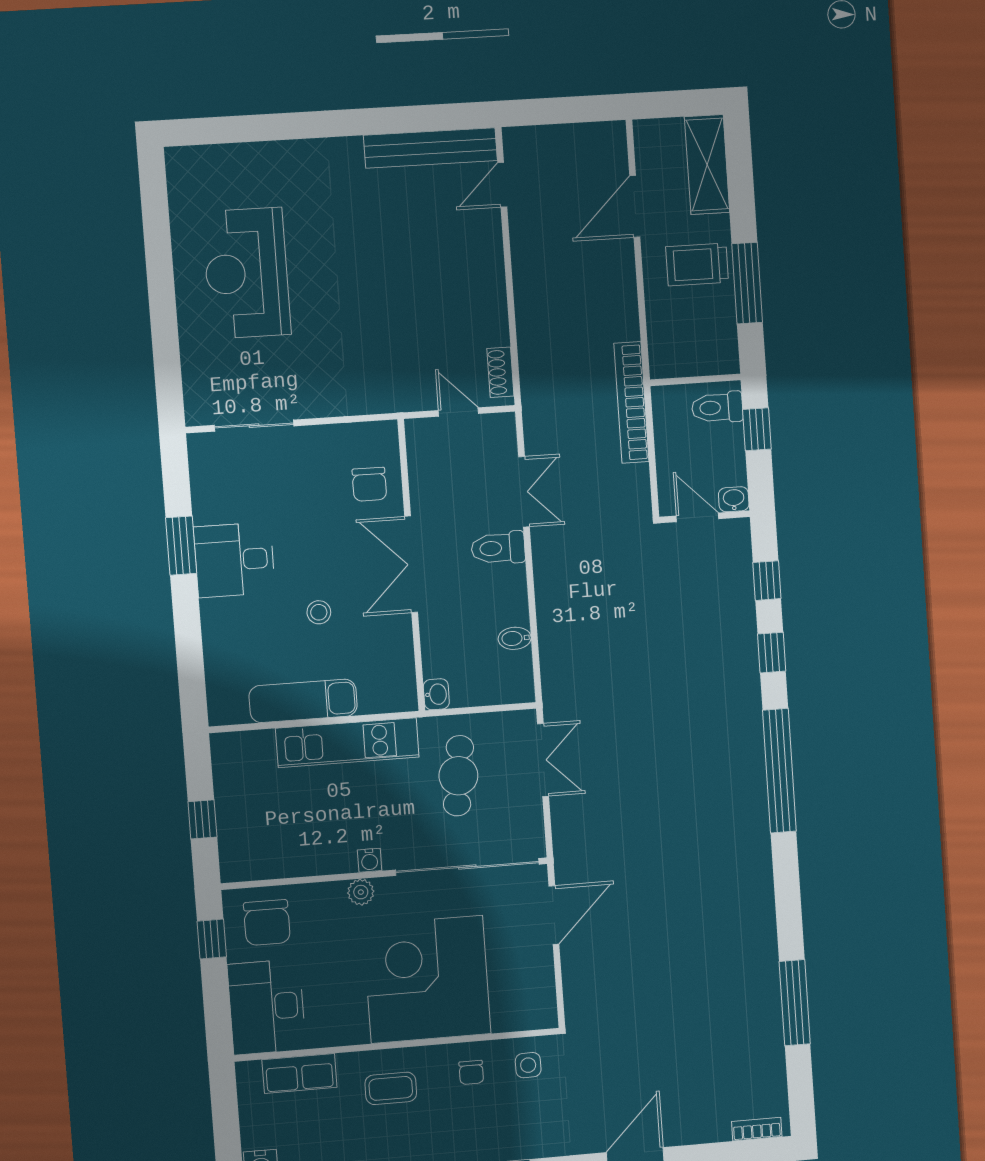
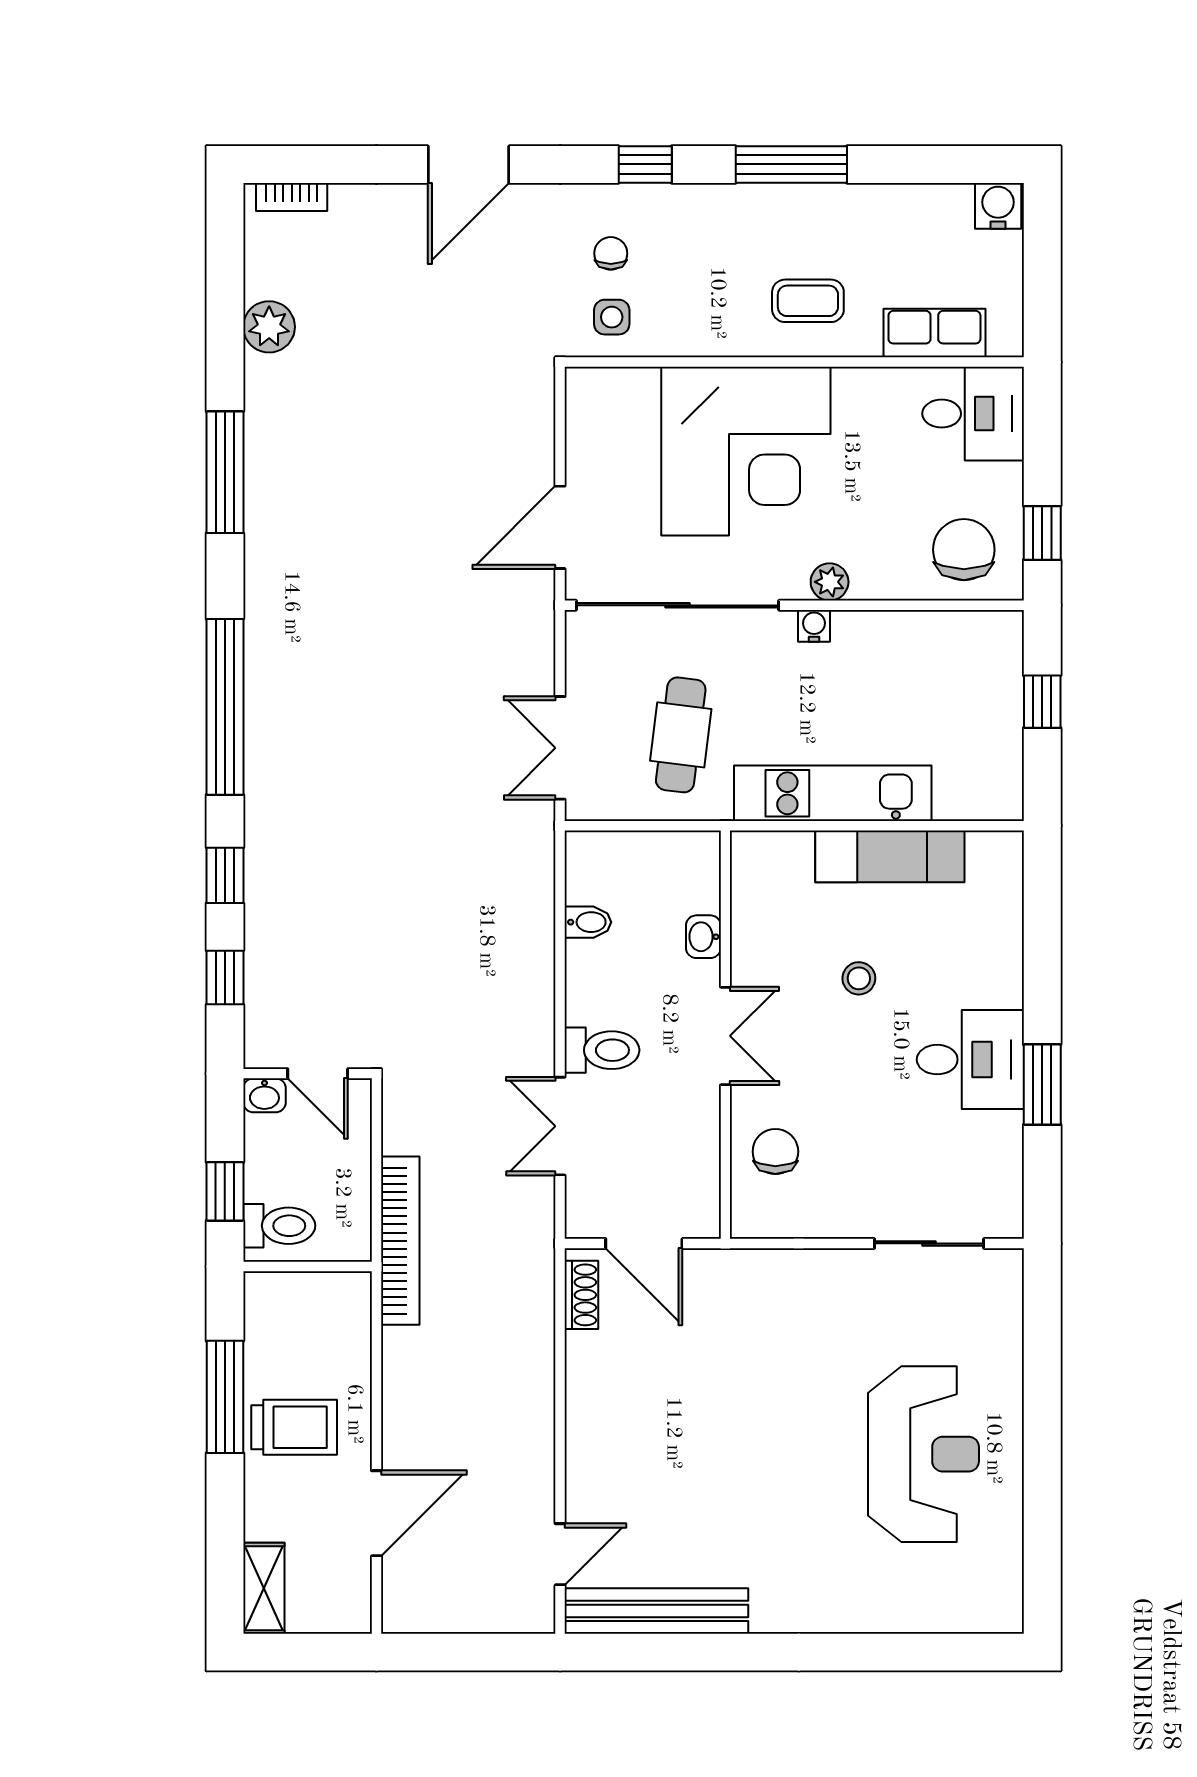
shelving: (707, 165) -> (264, 1588), width x0.67, depth x0.75
door: (458, 412) -> (644, 1243), width x1.38
double door: (411, 564) -> (725, 1036), width x0.73
washbasin: (436, 694) -> (703, 937), moved
window: (795, 1003) -> (225, 472), moved
desk: (267, 1007) -> (973, 414), width x0.73
plant: (766, 1038) -> (269, 327), added
chair: (471, 1072) -> (611, 253), moved

